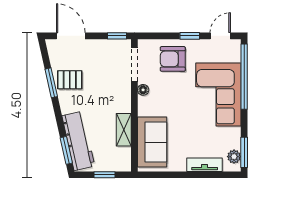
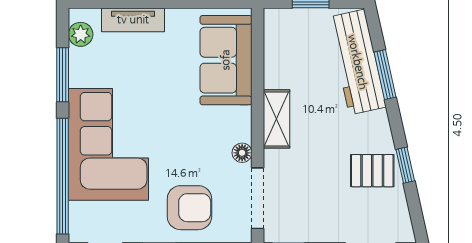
window: (51, 83) -> (405, 165), width x0.67
shelving: (124, 130) -> (276, 119), moved
window: (66, 150) -> (385, 75), moved
window: (244, 152) -> (63, 75), moved

